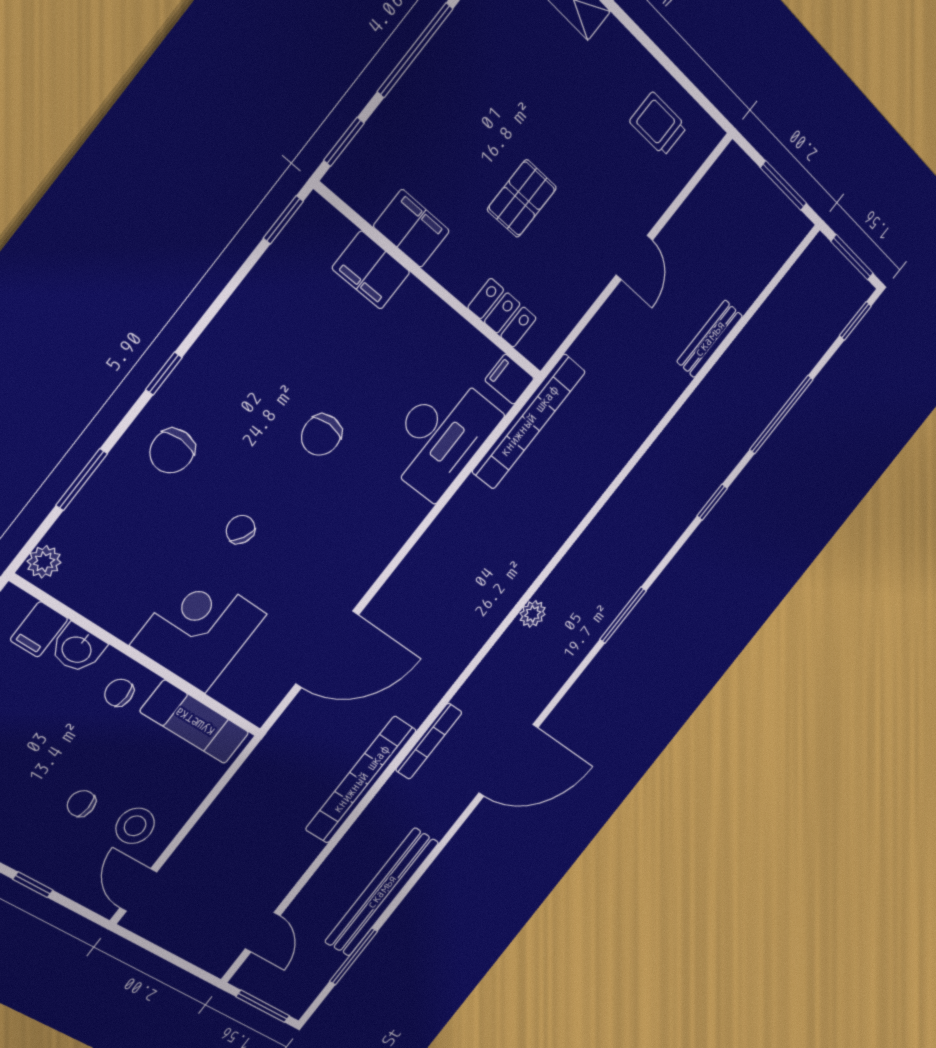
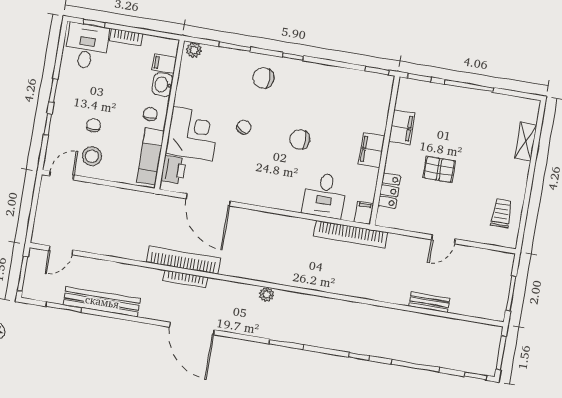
filing cabinet: (371, 270) -> (372, 150), moved
desk: (441, 436) -> (325, 195), width x0.73
printer: (241, 690) -> (173, 170), added
bookcase: (361, 780) -> (183, 260), moved

